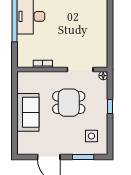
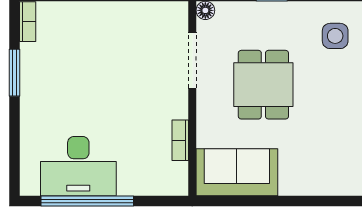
sofa: (28, 112) -> (237, 172), moved

